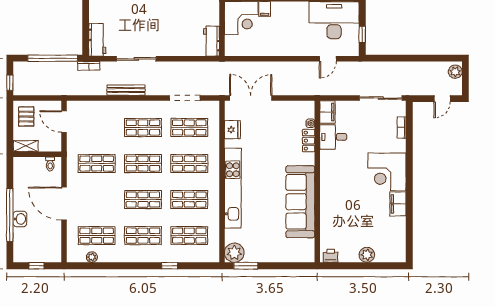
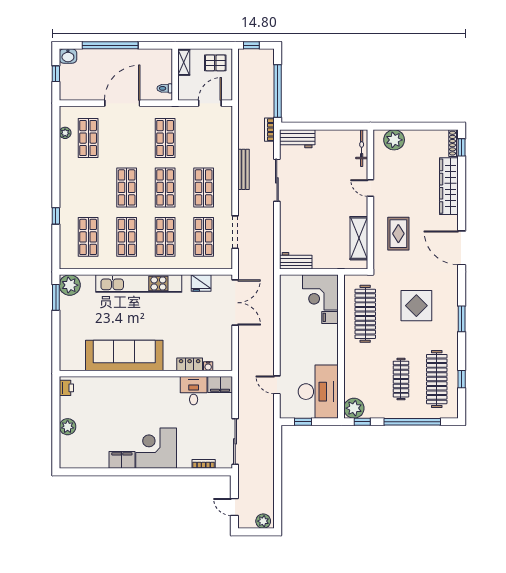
washbasin: (20, 219) -> (68, 56), moved
shop shelf: (143, 236) -> (88, 187), removed

